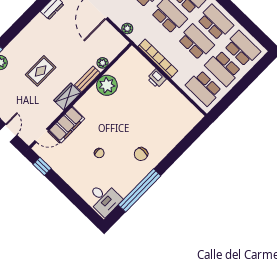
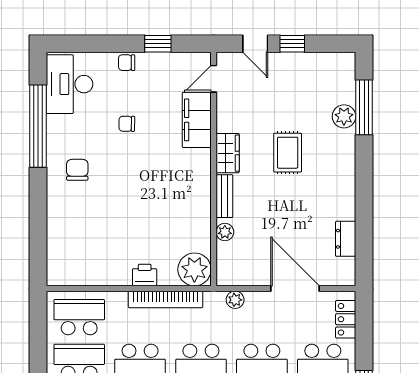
plant: (107, 85) -> (194, 269), moved
window: (42, 166) -> (158, 44), moved
chair: (73, 180) -> (127, 63), added
desk: (104, 199) -> (69, 84), width x1.37

